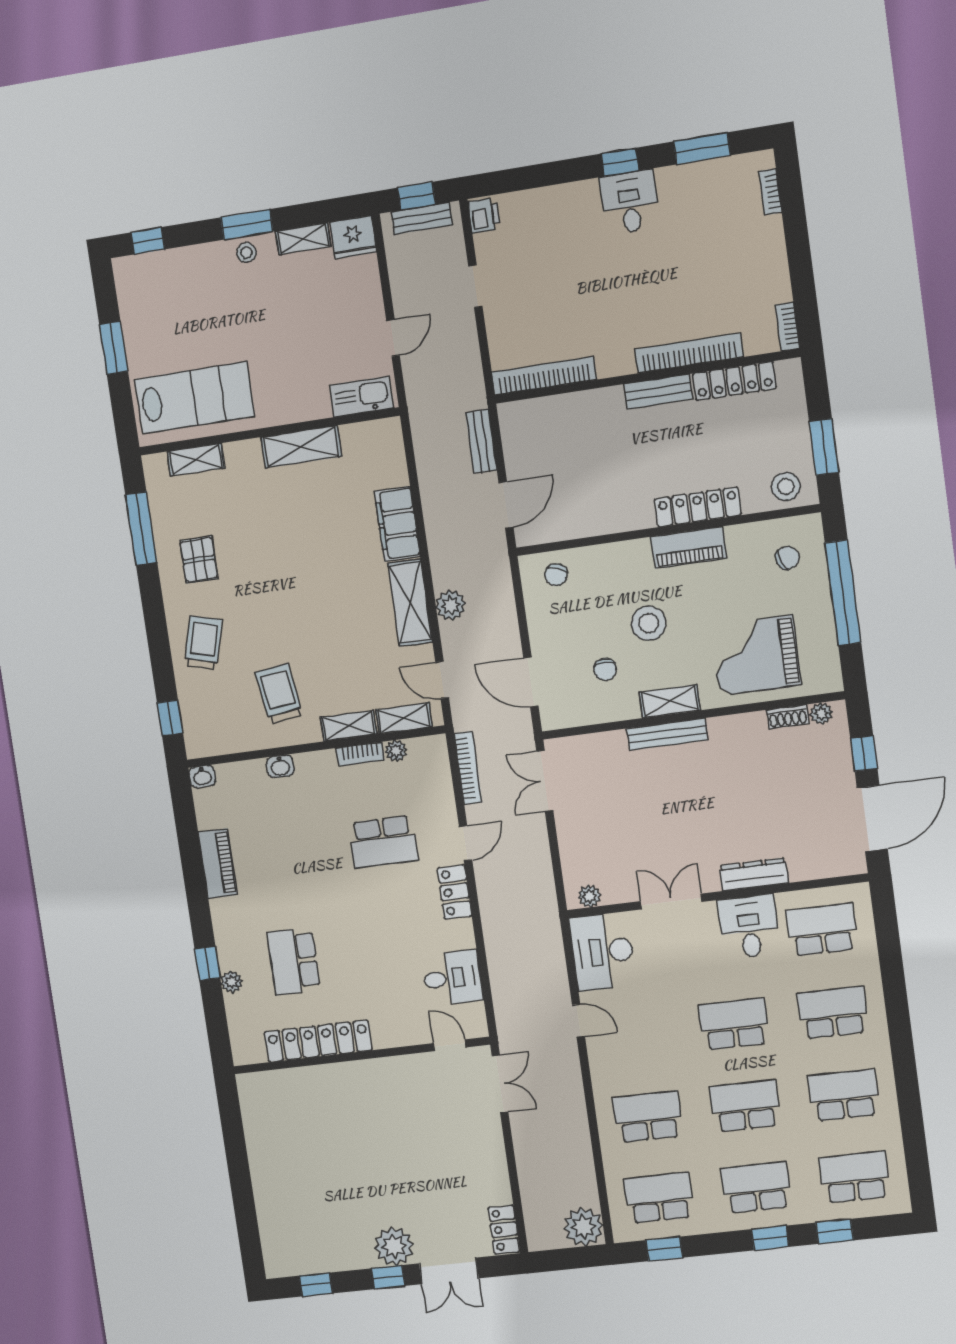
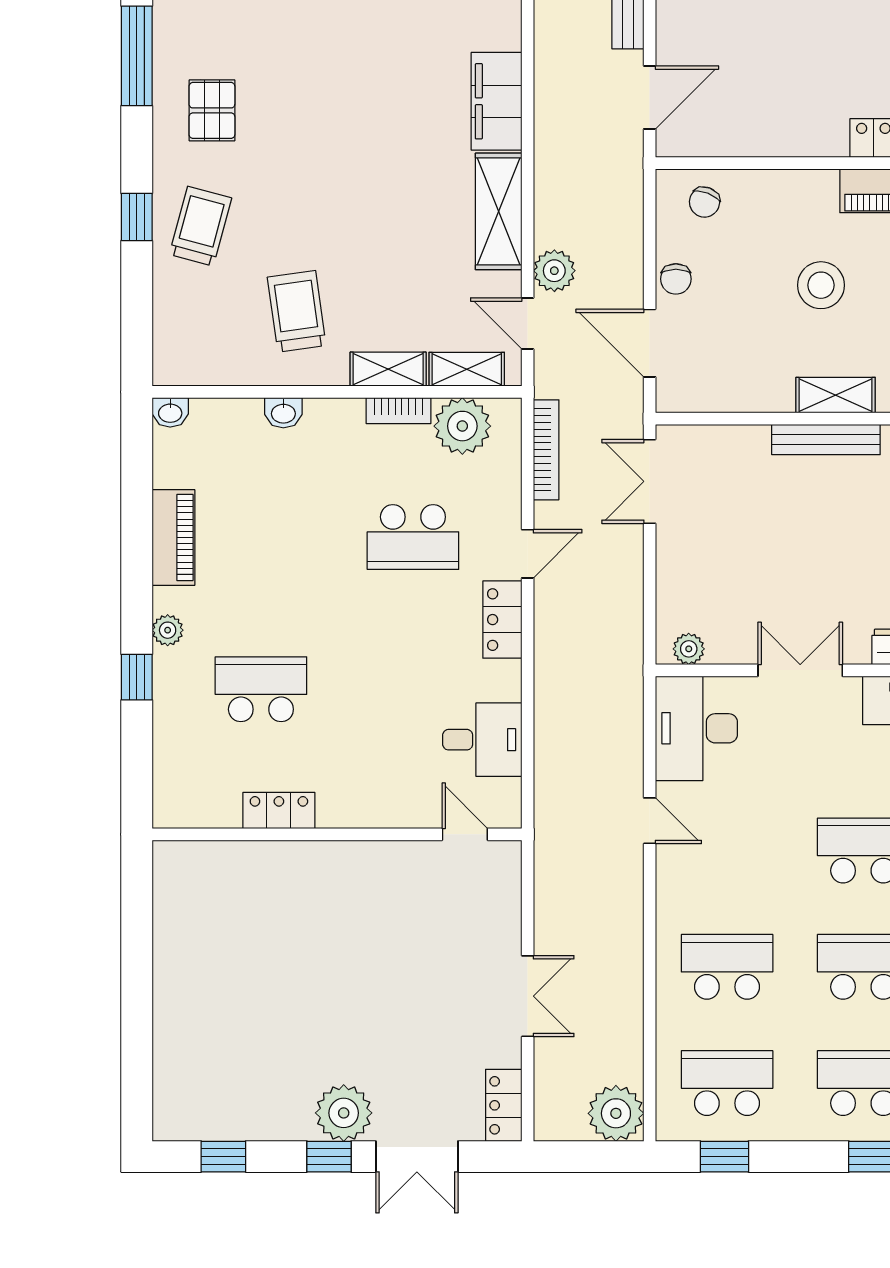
plant: (451, 605) -> (554, 271), moved
chair: (605, 669) -> (676, 279), moved
window: (170, 718) -> (137, 217), moved
plant: (396, 751) -> (462, 426), width x1.87, depth x1.87
school desk: (294, 961) -> (261, 689), turned 90
plant: (232, 982) -> (168, 630), moved
locker: (318, 1041) -> (279, 810), width x0.46, depth x0.83
double door: (500, 1084) -> (528, 996), moved

